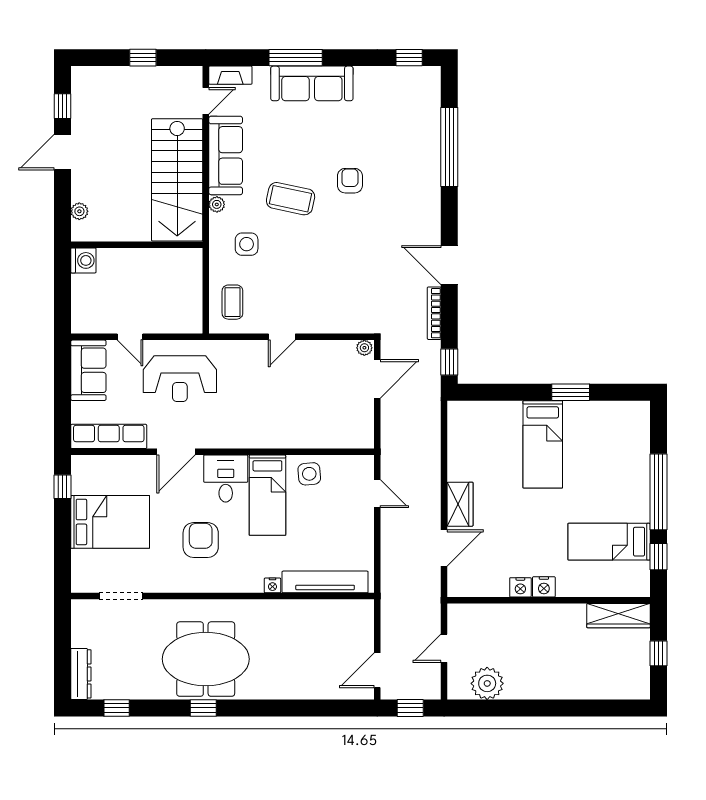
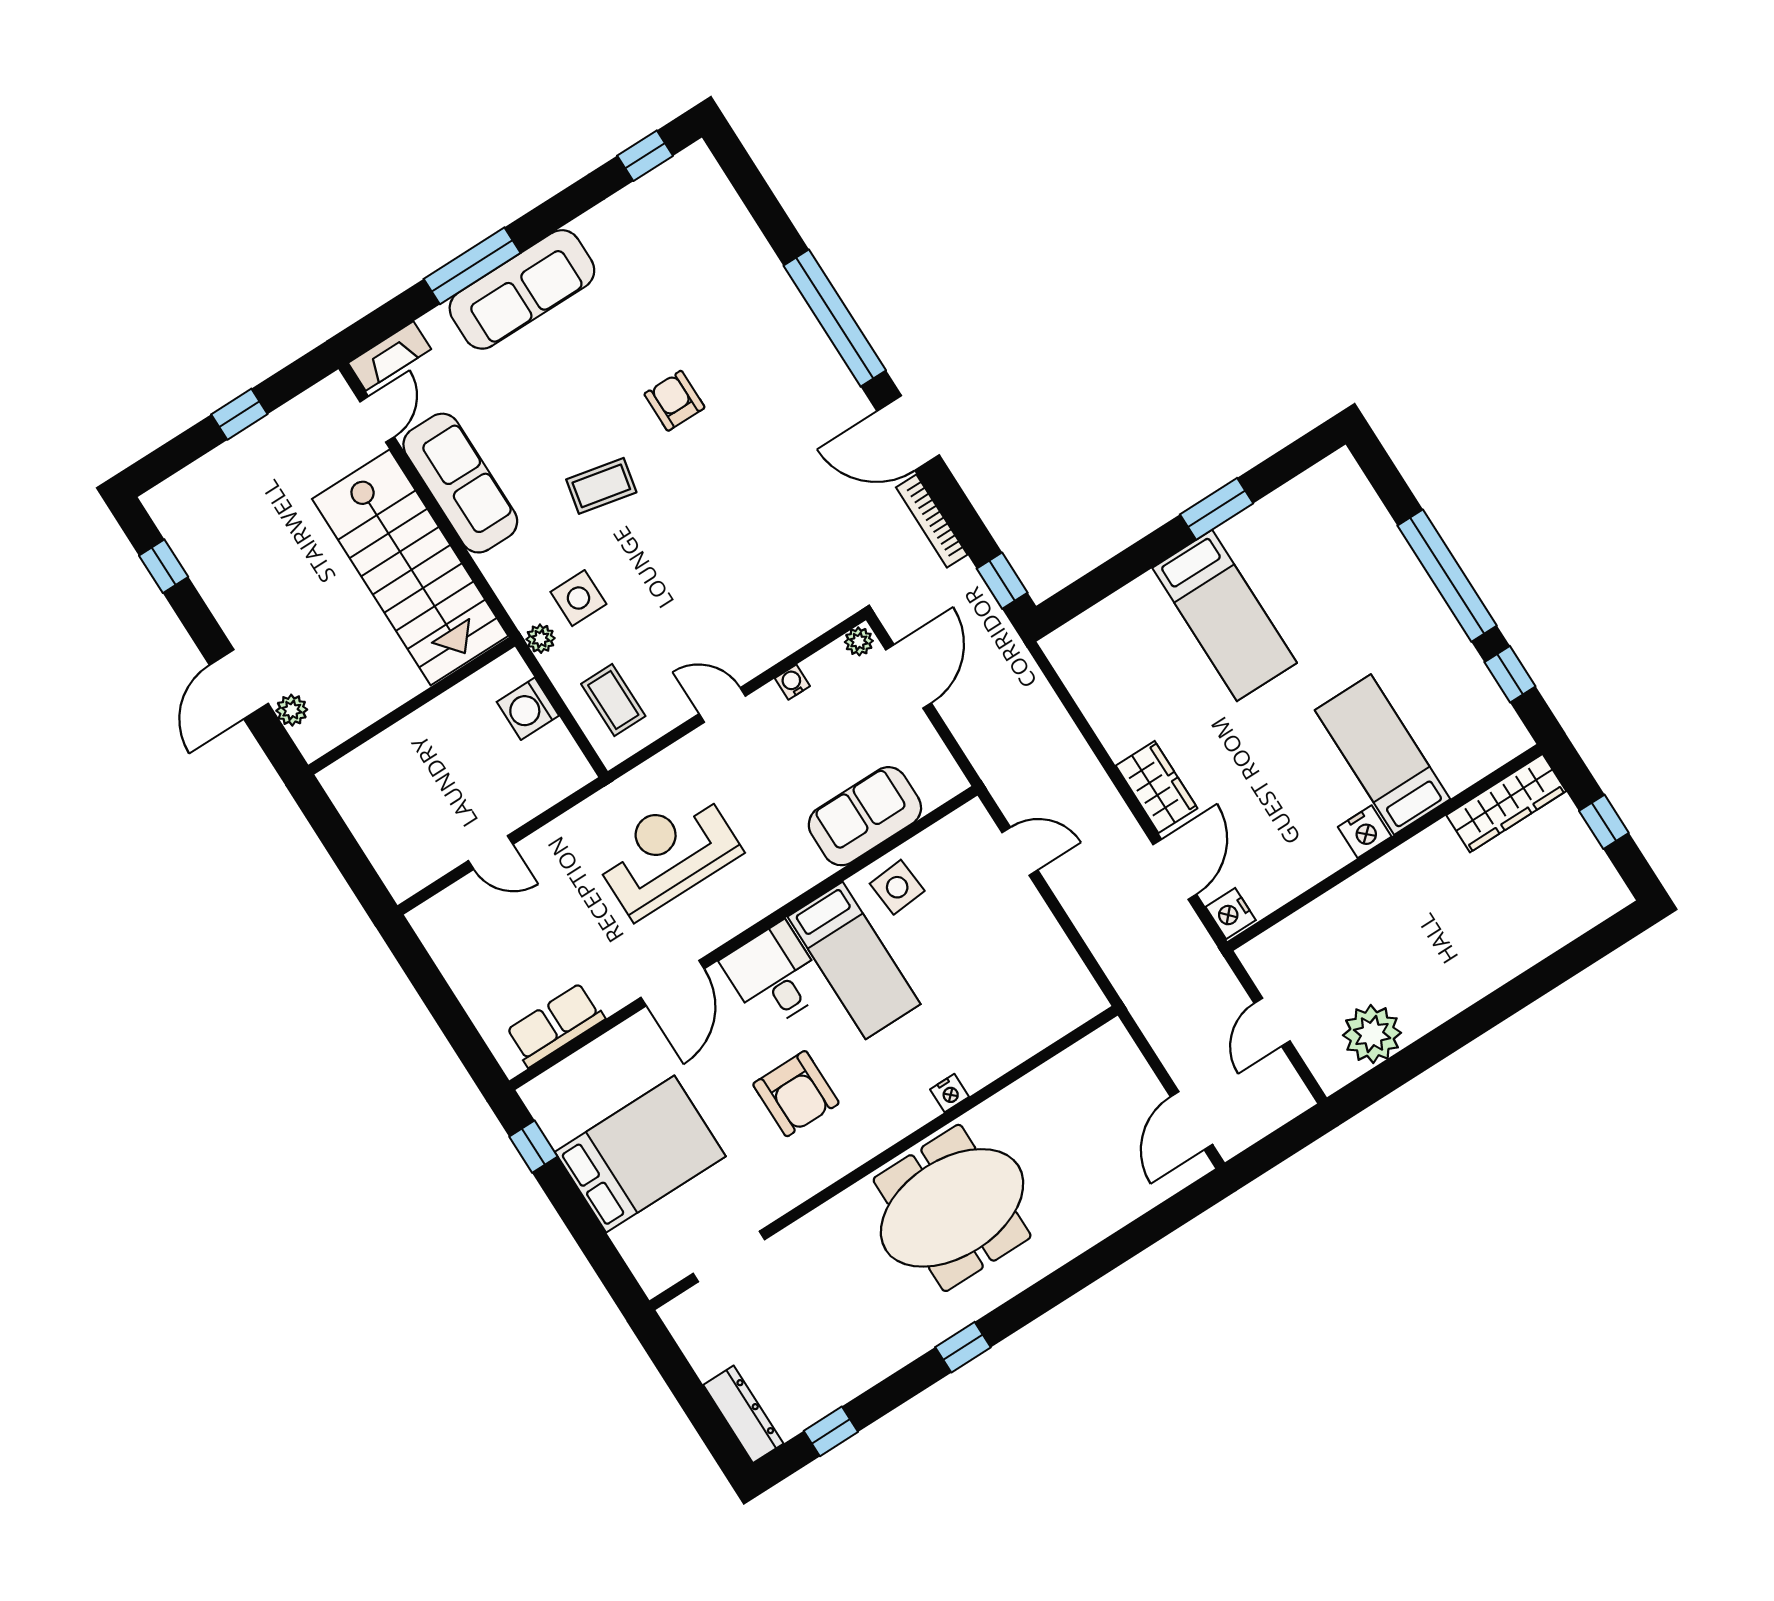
window: (449, 147) -> (835, 318), moved
door: (62, 152) -> (239, 684), moved
coffee table: (291, 199) -> (601, 486), width x0.73, depth x0.77
plant: (217, 204) -> (541, 639), moved
washing machine: (83, 260) -> (528, 709), moved, turned 180
door: (282, 337) -> (722, 705), swing flipped
water cooler: (321, 347) -> (792, 682), added
sofa: (88, 370) -> (865, 816), moved, turned -90
reception desk: (180, 379) -> (667, 853), moved, turned 180
row of seats: (109, 436) -> (555, 1025), width x0.68
armchair: (201, 540) -> (796, 1094), turned 180
bed: (609, 542) -> (1383, 755), moved, turned 90
tv unit: (325, 582) -> (1026, 1037), removed
nightstand: (520, 587) -> (1231, 913), moved, turned 90
meeting table: (206, 659) -> (952, 1208), moved
window: (410, 708) -> (1279, 1146), removed

